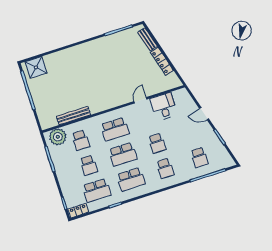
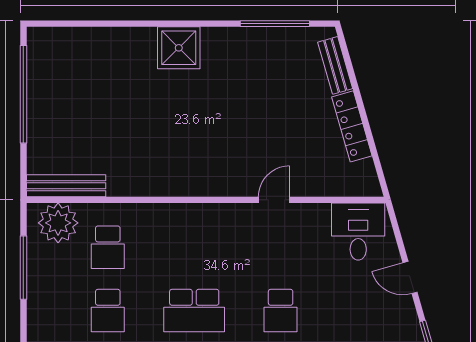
shower: (36, 67) -> (179, 48), moved
desk: (164, 107) -> (358, 232), moved
bench: (74, 116) -> (66, 186), moved
school desk: (115, 129) -> (194, 247), removed

